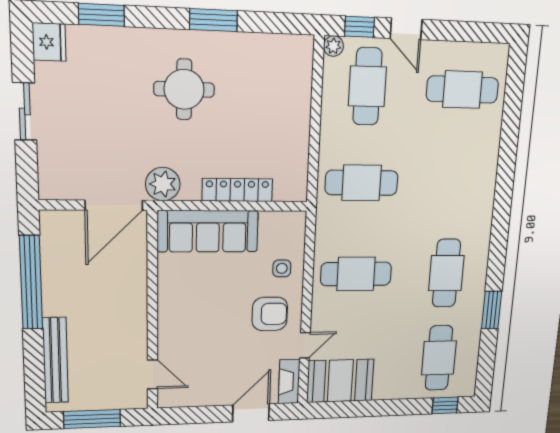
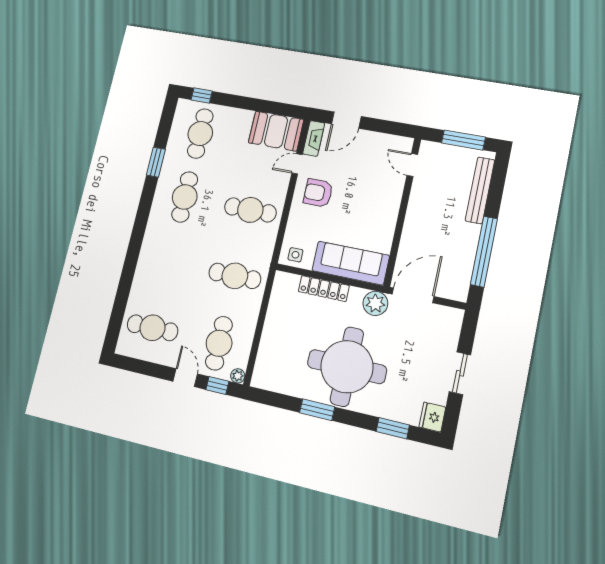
round table: (184, 89) -> (347, 367), width x1.86, depth x1.86
side table: (282, 268) -> (295, 255), moved

